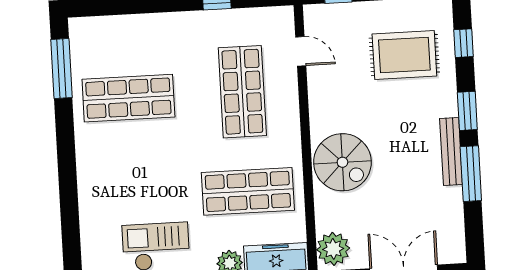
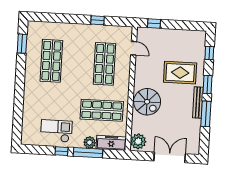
rug: (404, 55) -> (180, 73), moved
window: (61, 68) -> (22, 44), width x0.69
shop shelf: (128, 98) -> (51, 61), turned 90

